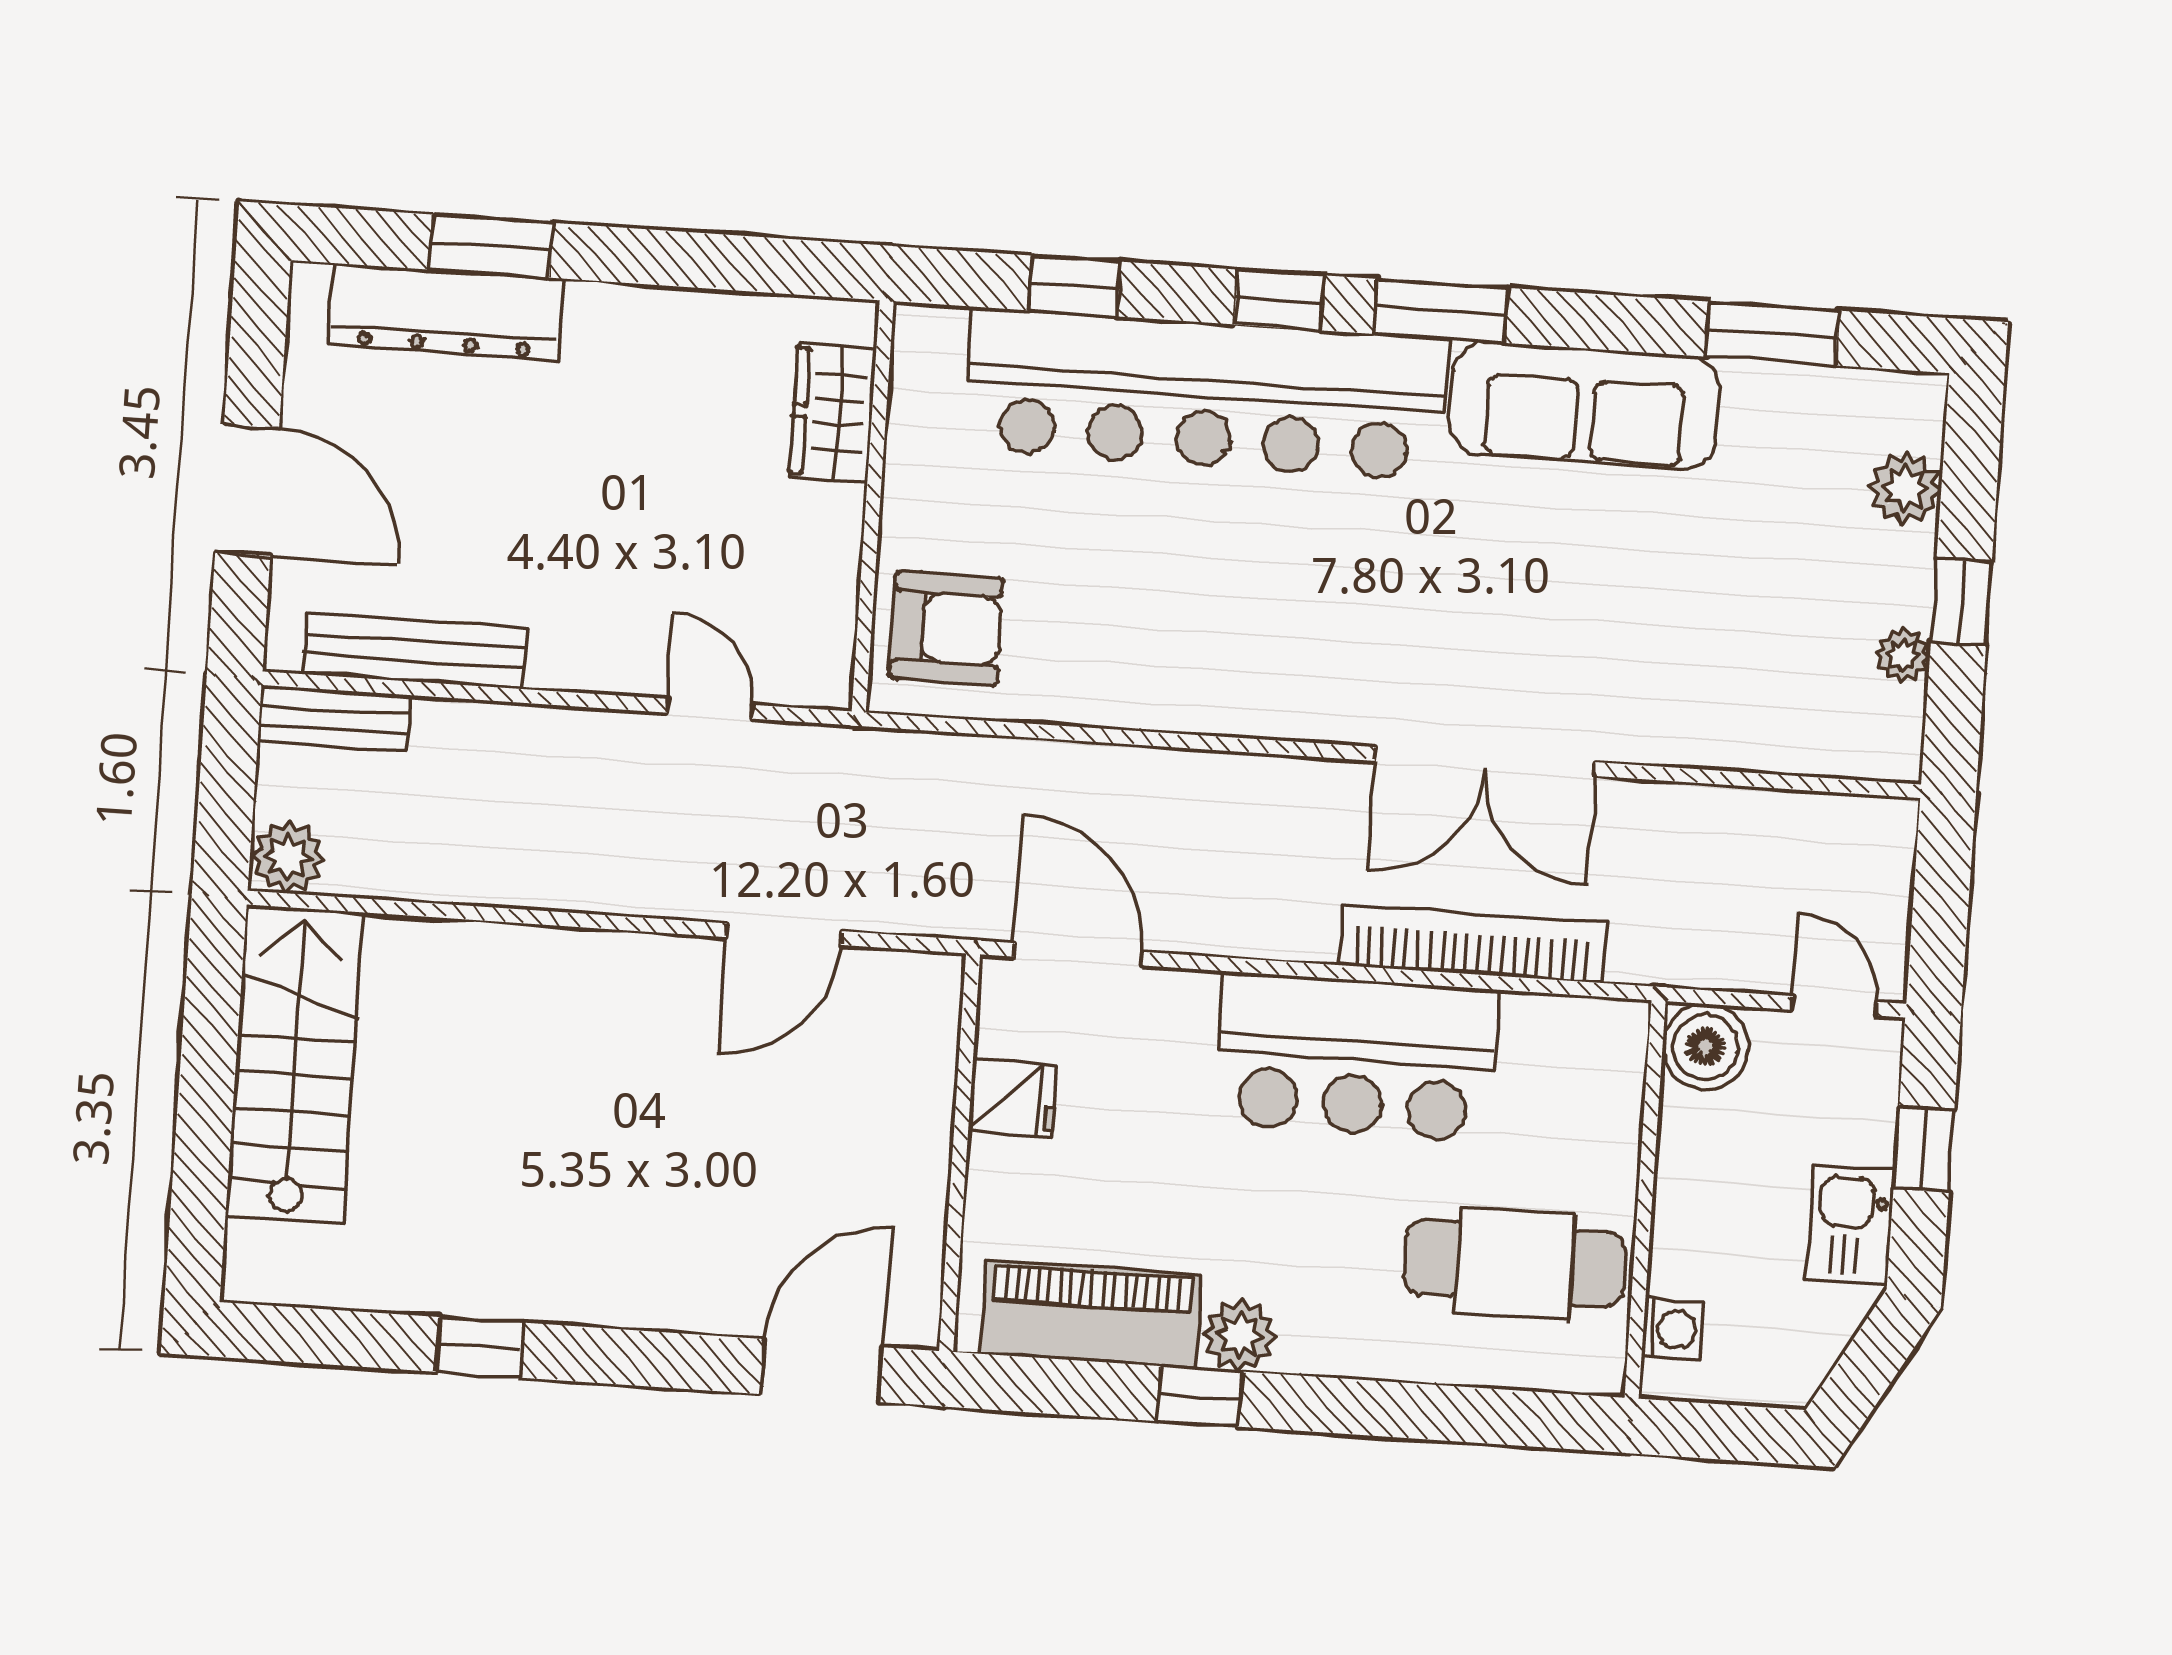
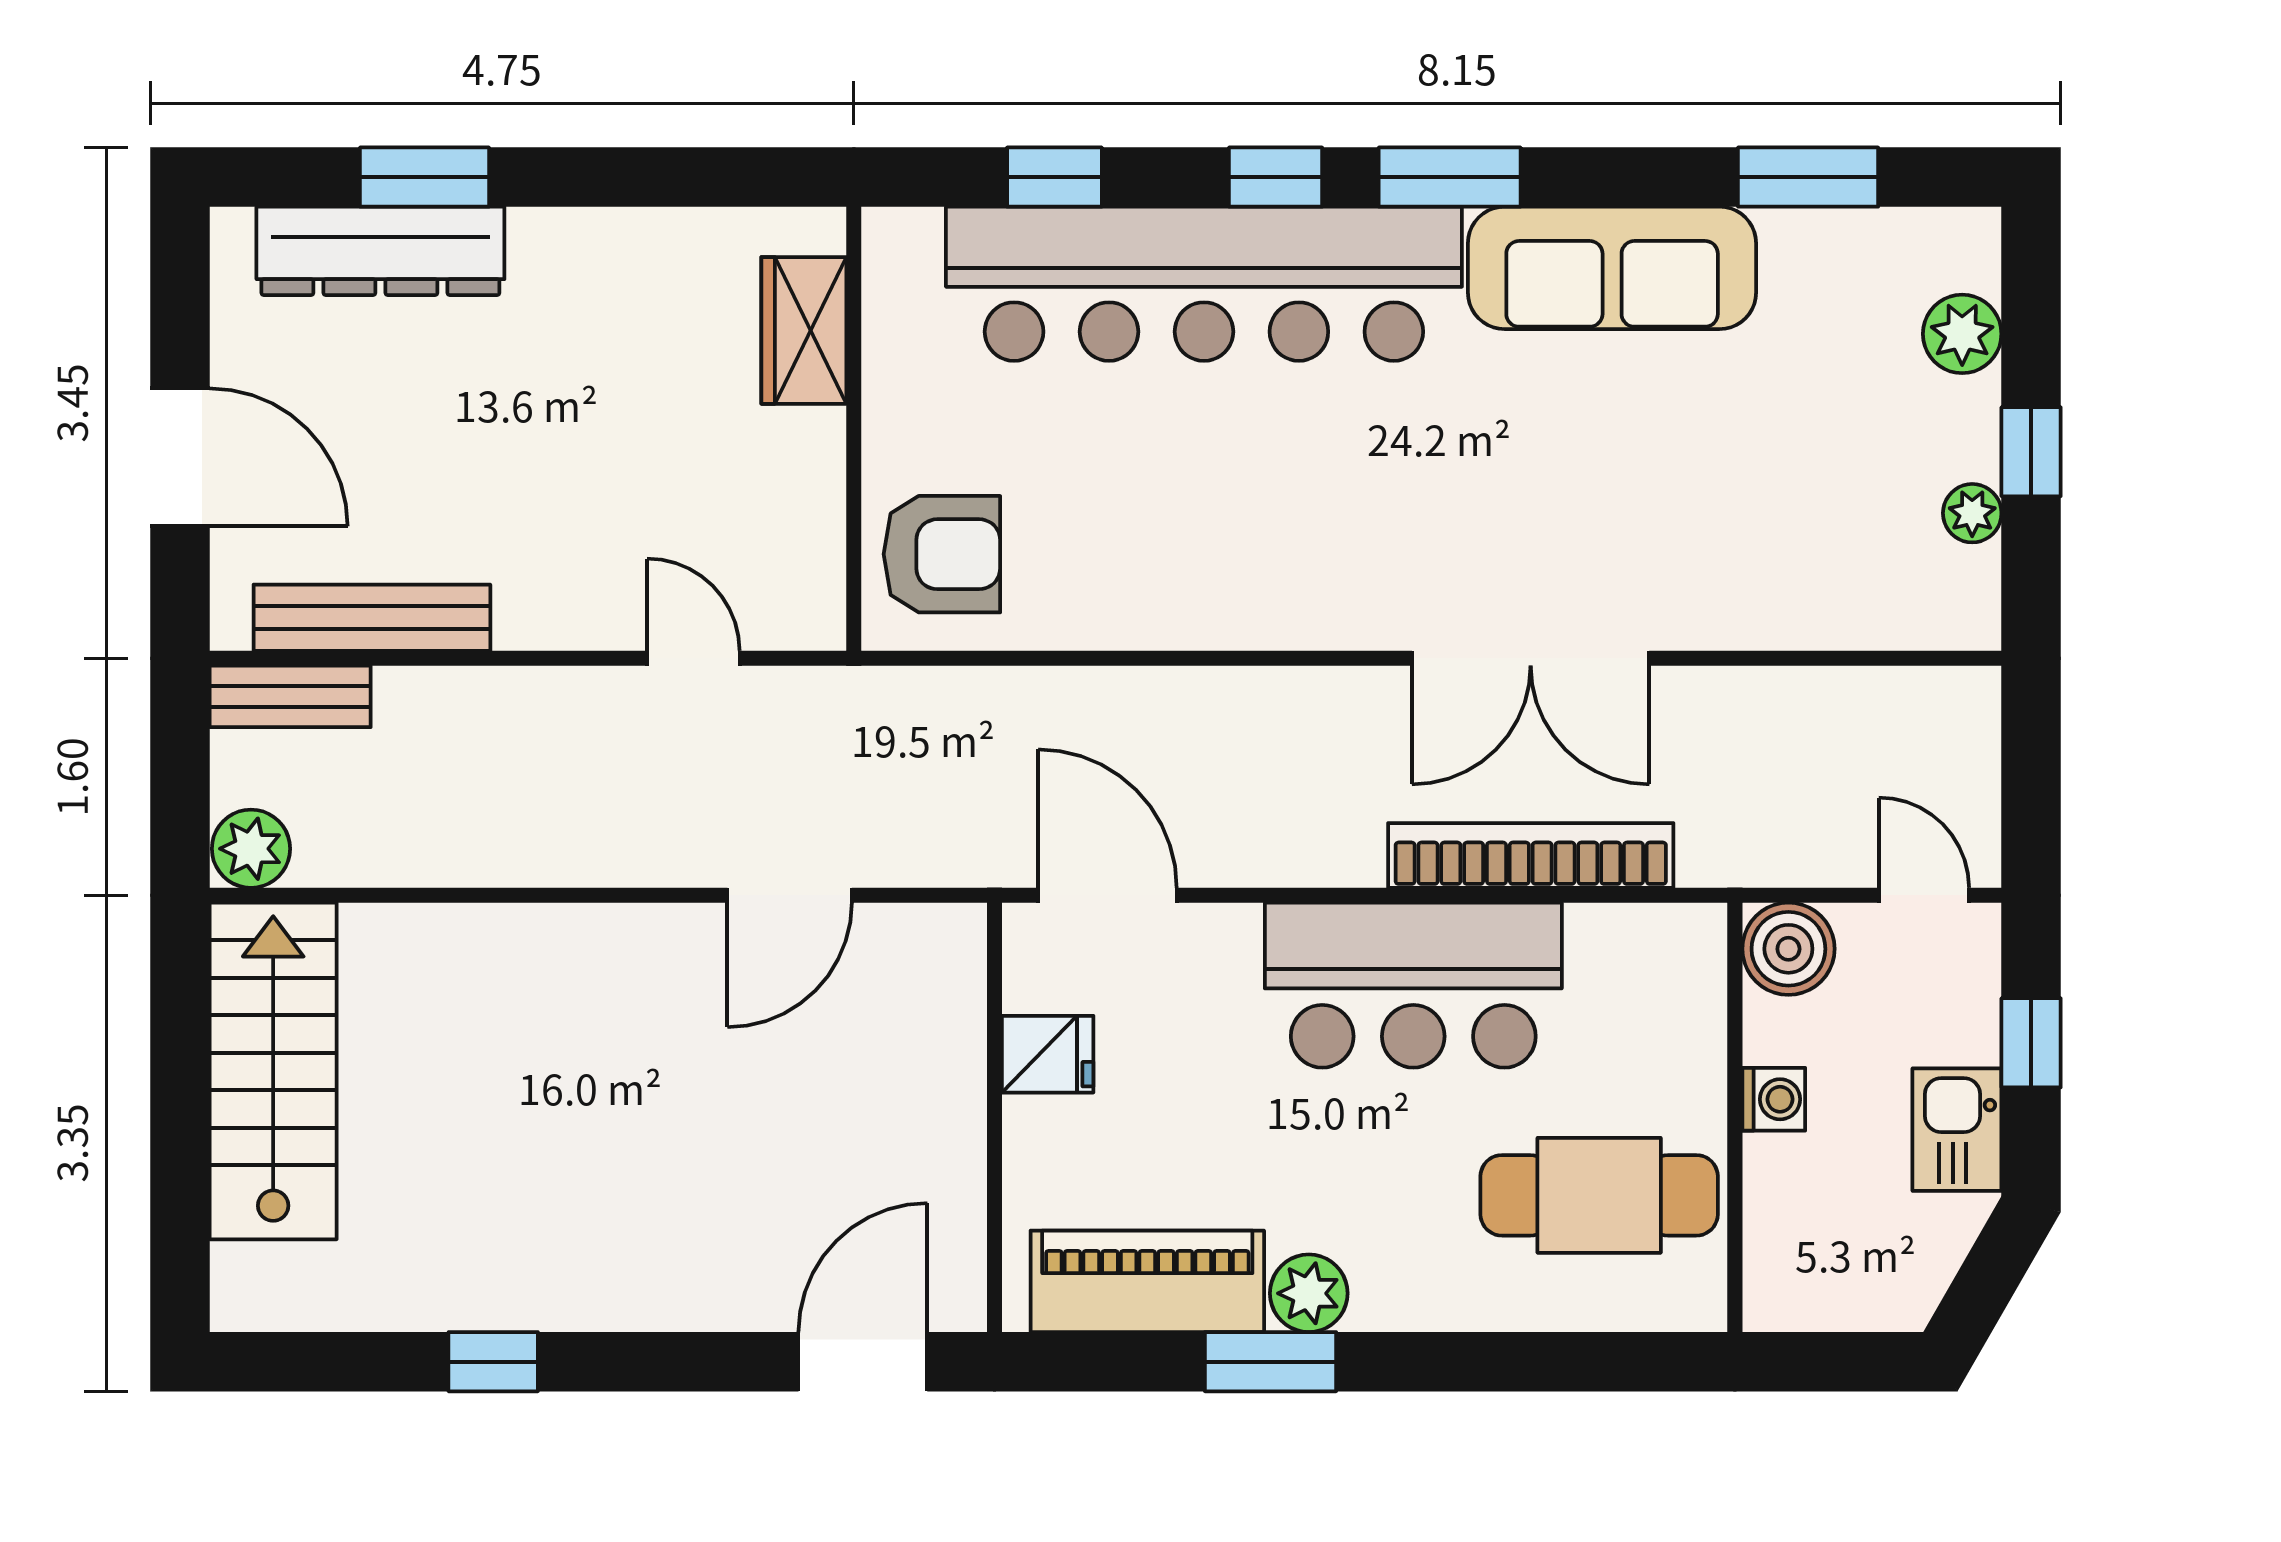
washing machine: (1672, 1329) -> (1774, 1099), moved
window: (1200, 1396) -> (1270, 1362), width x1.50

